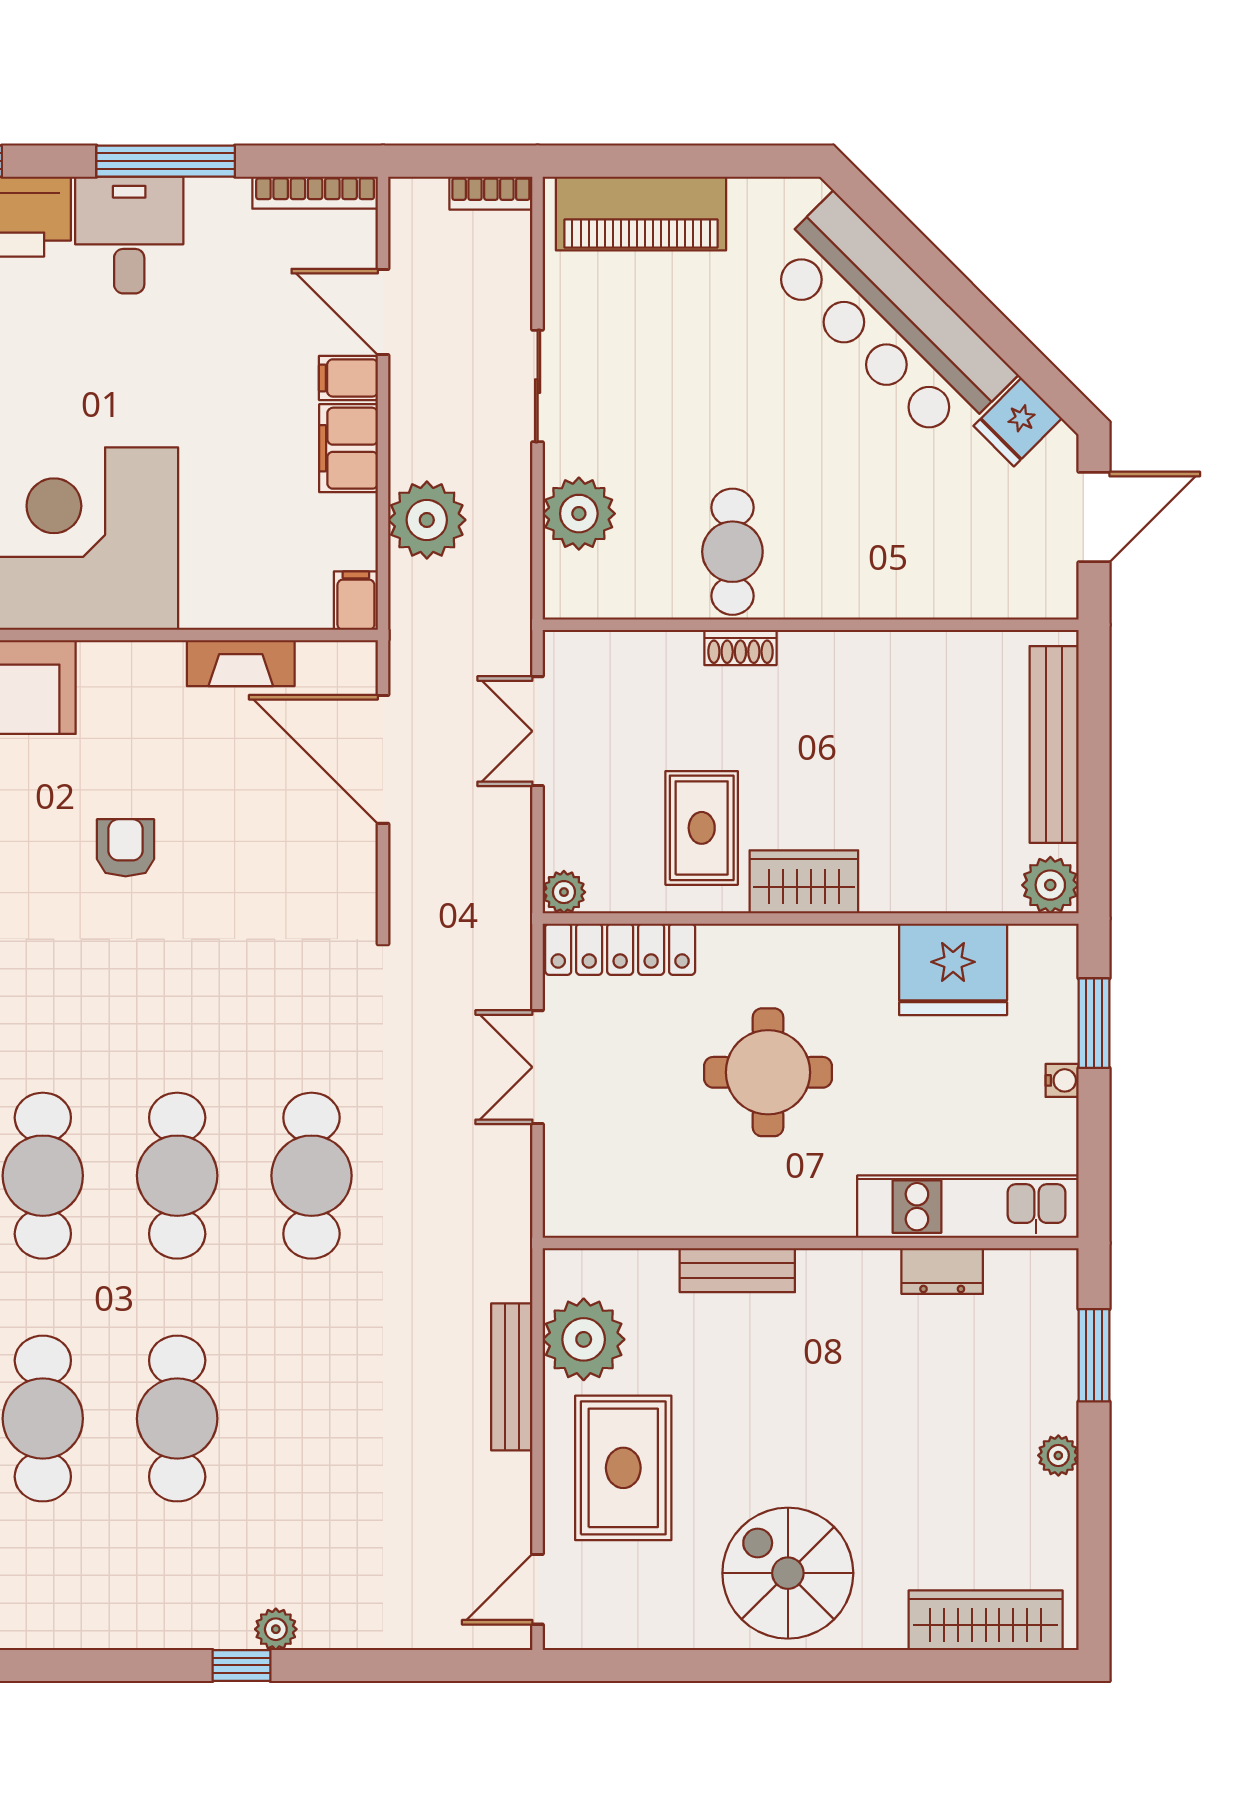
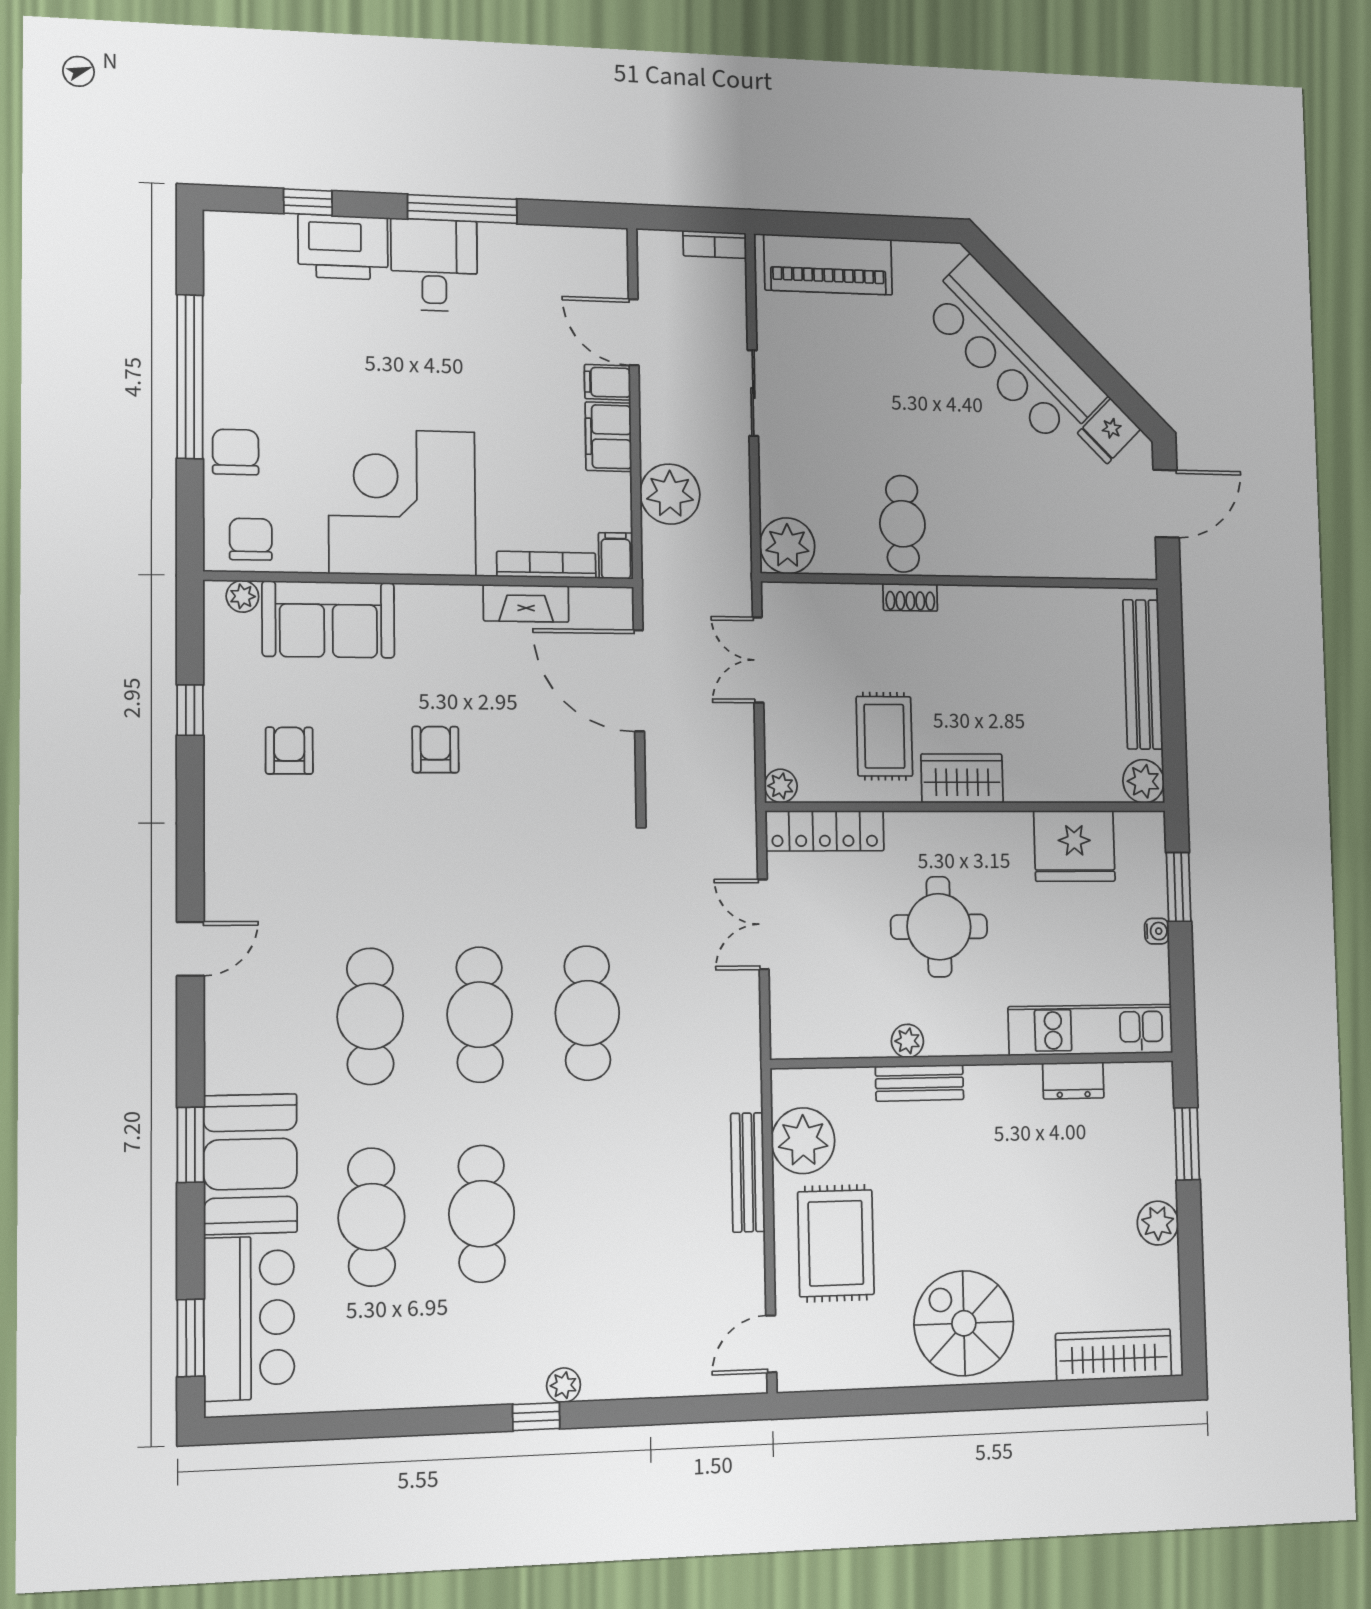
bookcase: (315, 193) -> (546, 565), moved, turned 180
plant: (579, 514) -> (787, 546), moved
plant: (723, 1217) -> (907, 1041), added
plant: (1058, 1455) -> (1158, 1223), width x1.38, depth x1.38

